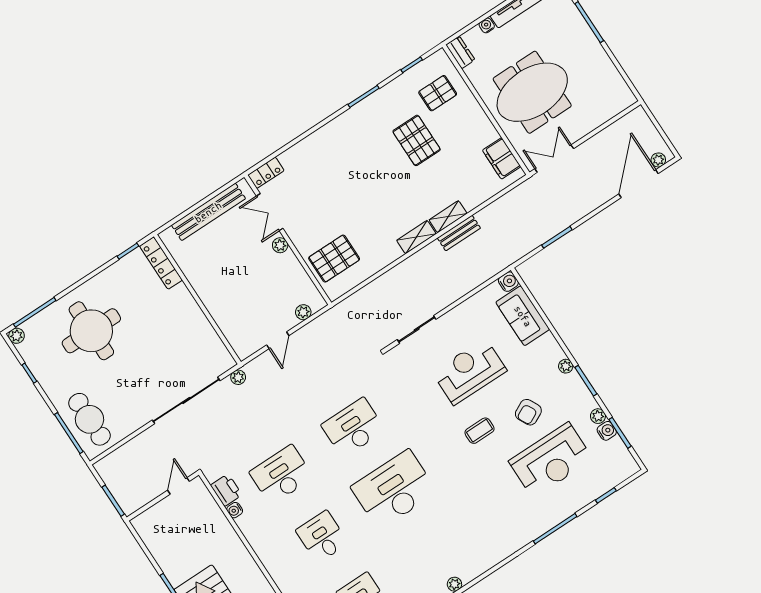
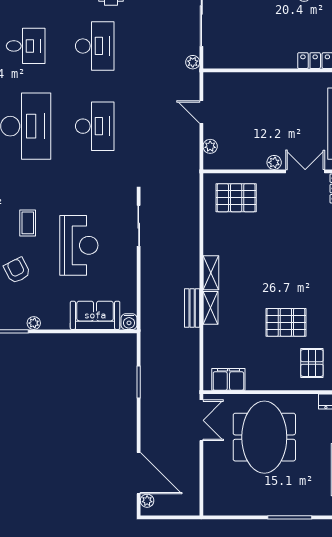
pallet: (334, 259) -> (236, 198), turned 90

